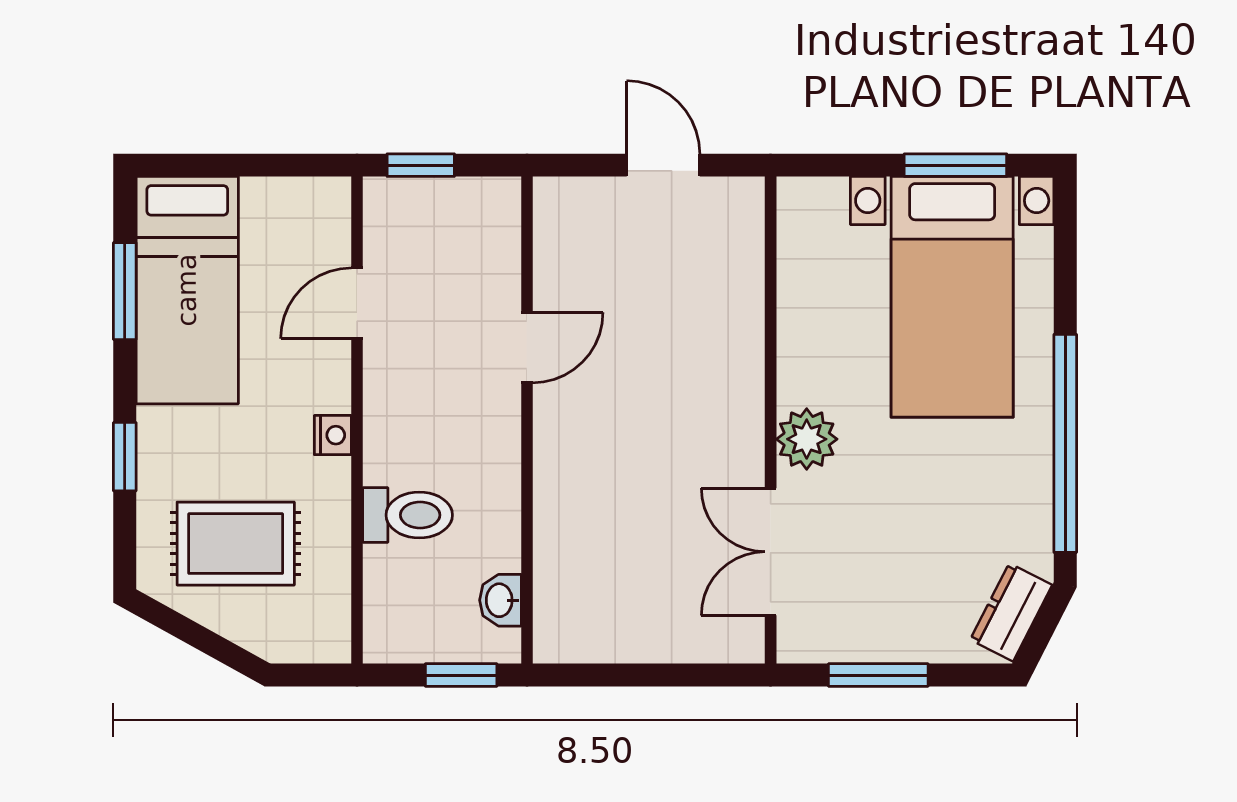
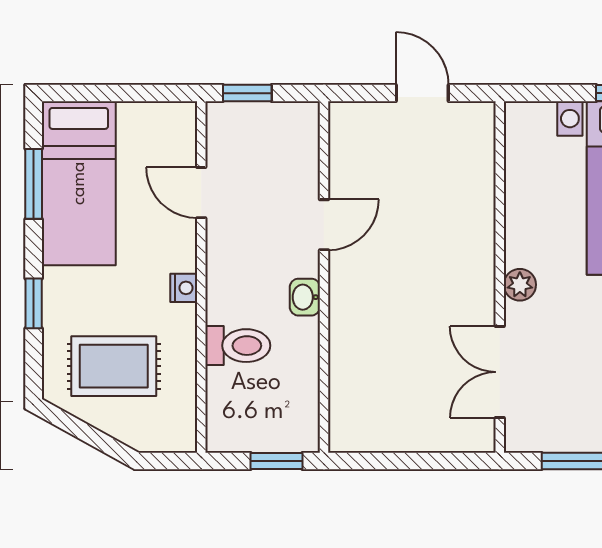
door: (357, 303) -> (201, 193), hinge flipped
plant: (807, 439) -> (520, 285), width x0.73, depth x0.73
washbasin: (500, 600) -> (305, 297), moved

